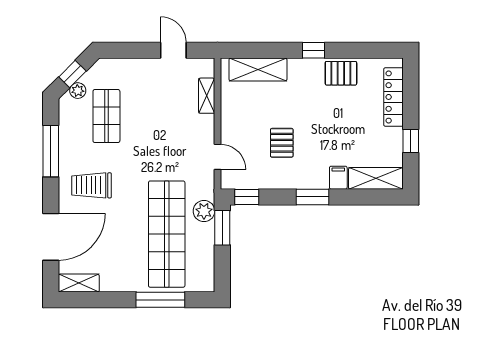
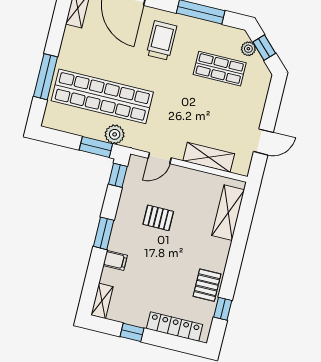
window: (313, 50) -> (223, 309), moved
shelving: (207, 96) -> (209, 157), width x1.50, depth x1.33
shelving: (376, 178) -> (102, 301), width x0.67, depth x0.75

